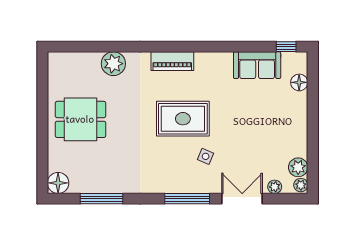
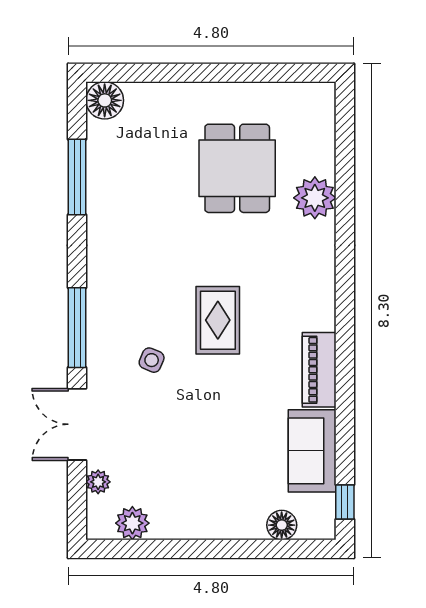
piano: (172, 61) -> (319, 370), moved
dining table: (80, 119) -> (237, 168), moved
rug: (183, 119) -> (218, 320), width x0.73, depth x0.70
plant: (301, 185) -> (101, 528), removed
double door: (242, 199) -> (77, 424), swing flipped

